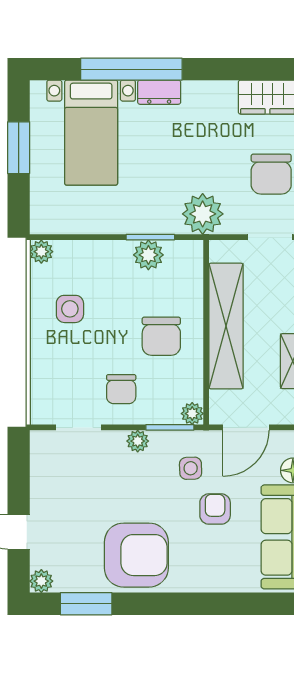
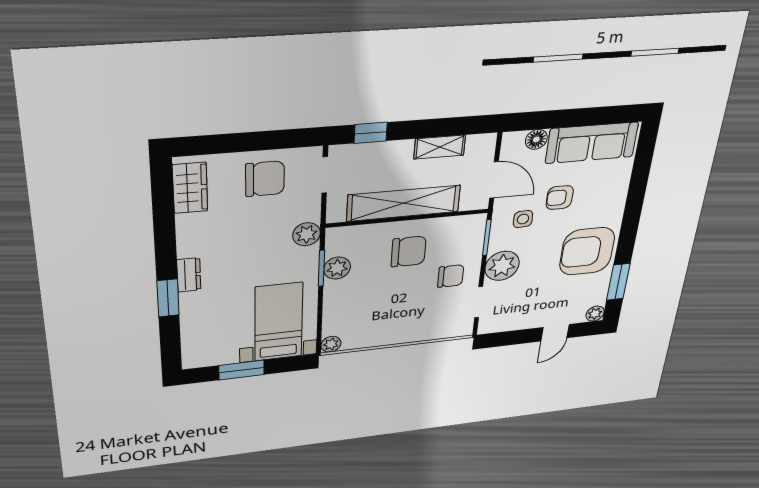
window: (131, 69) -> (168, 298), width x0.47
bed with nightstands: (91, 133) -> (279, 322), moved, turned -90
plant: (203, 214) -> (307, 234), width x0.73, depth x0.73
side table: (70, 309) -> (380, 319), removed
plant: (192, 414) -> (477, 222), removed
plant: (138, 441) -> (502, 266), width x1.88, depth x1.88
armchair: (136, 555) -> (587, 251), turned -90

